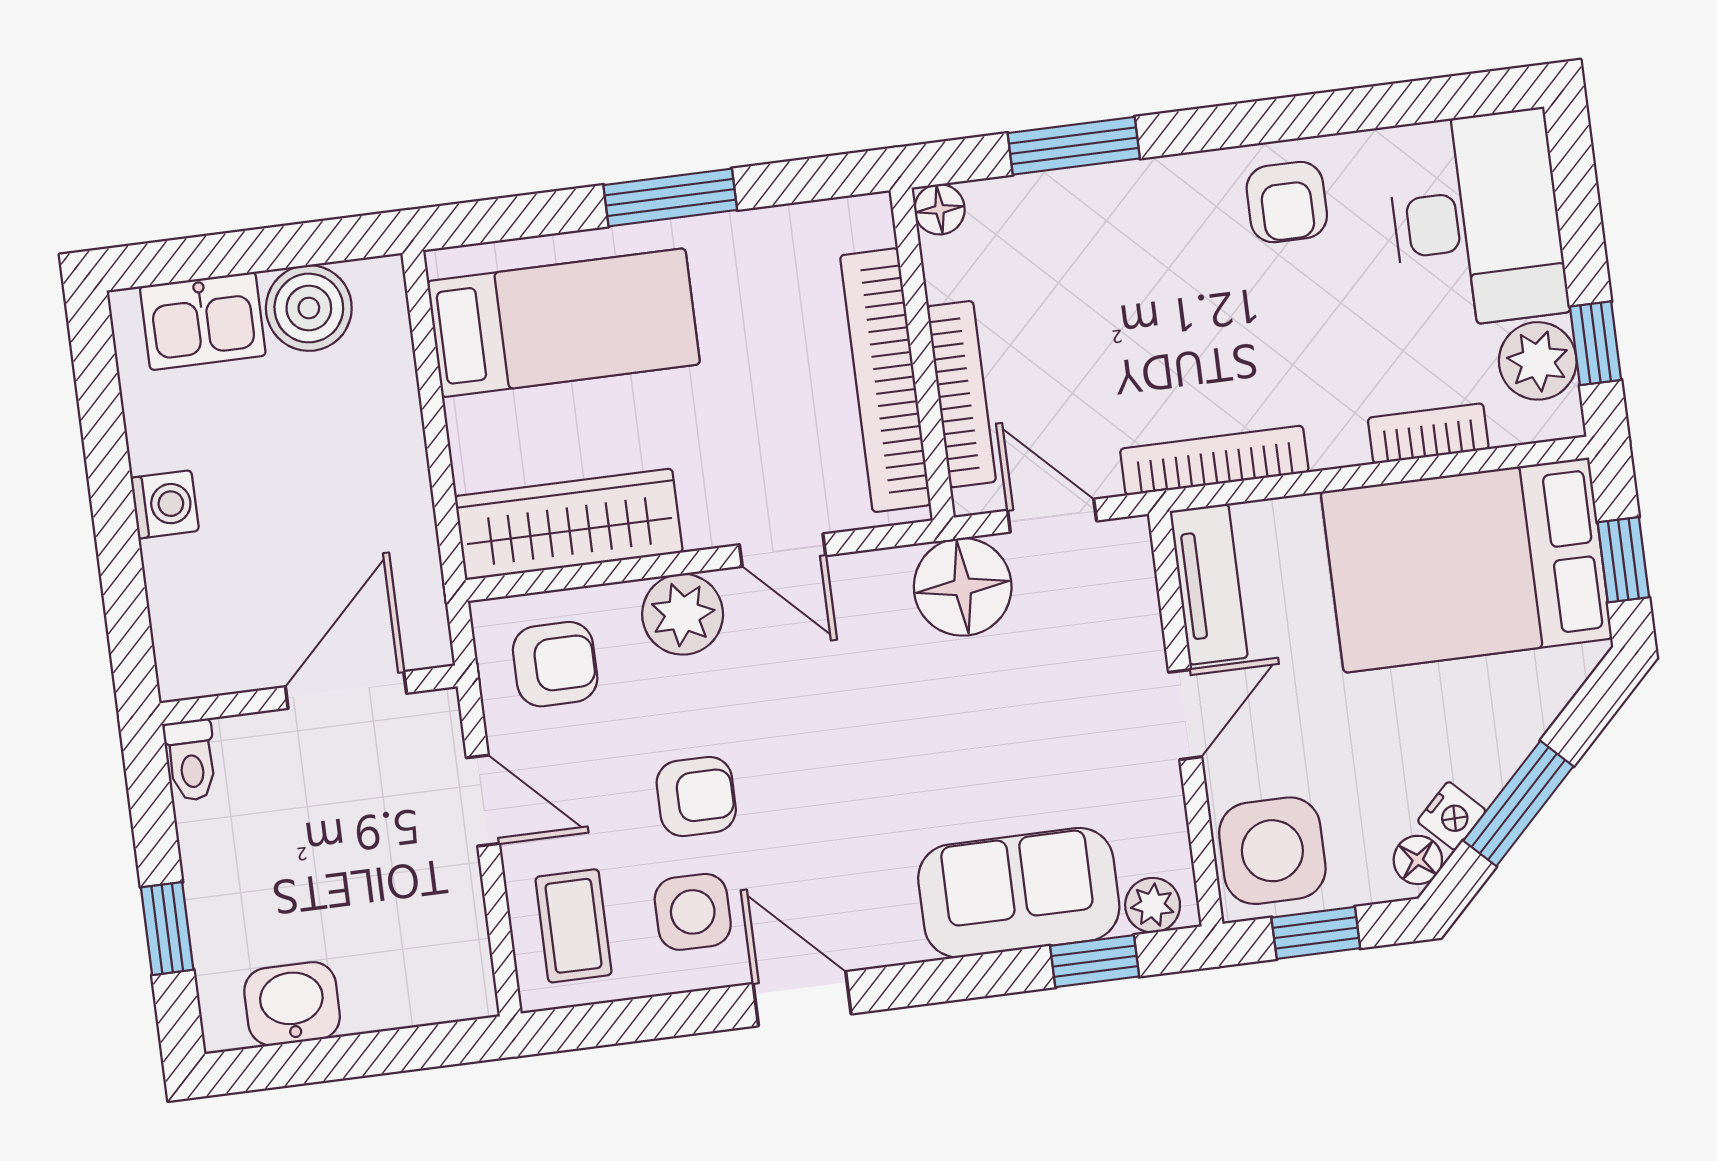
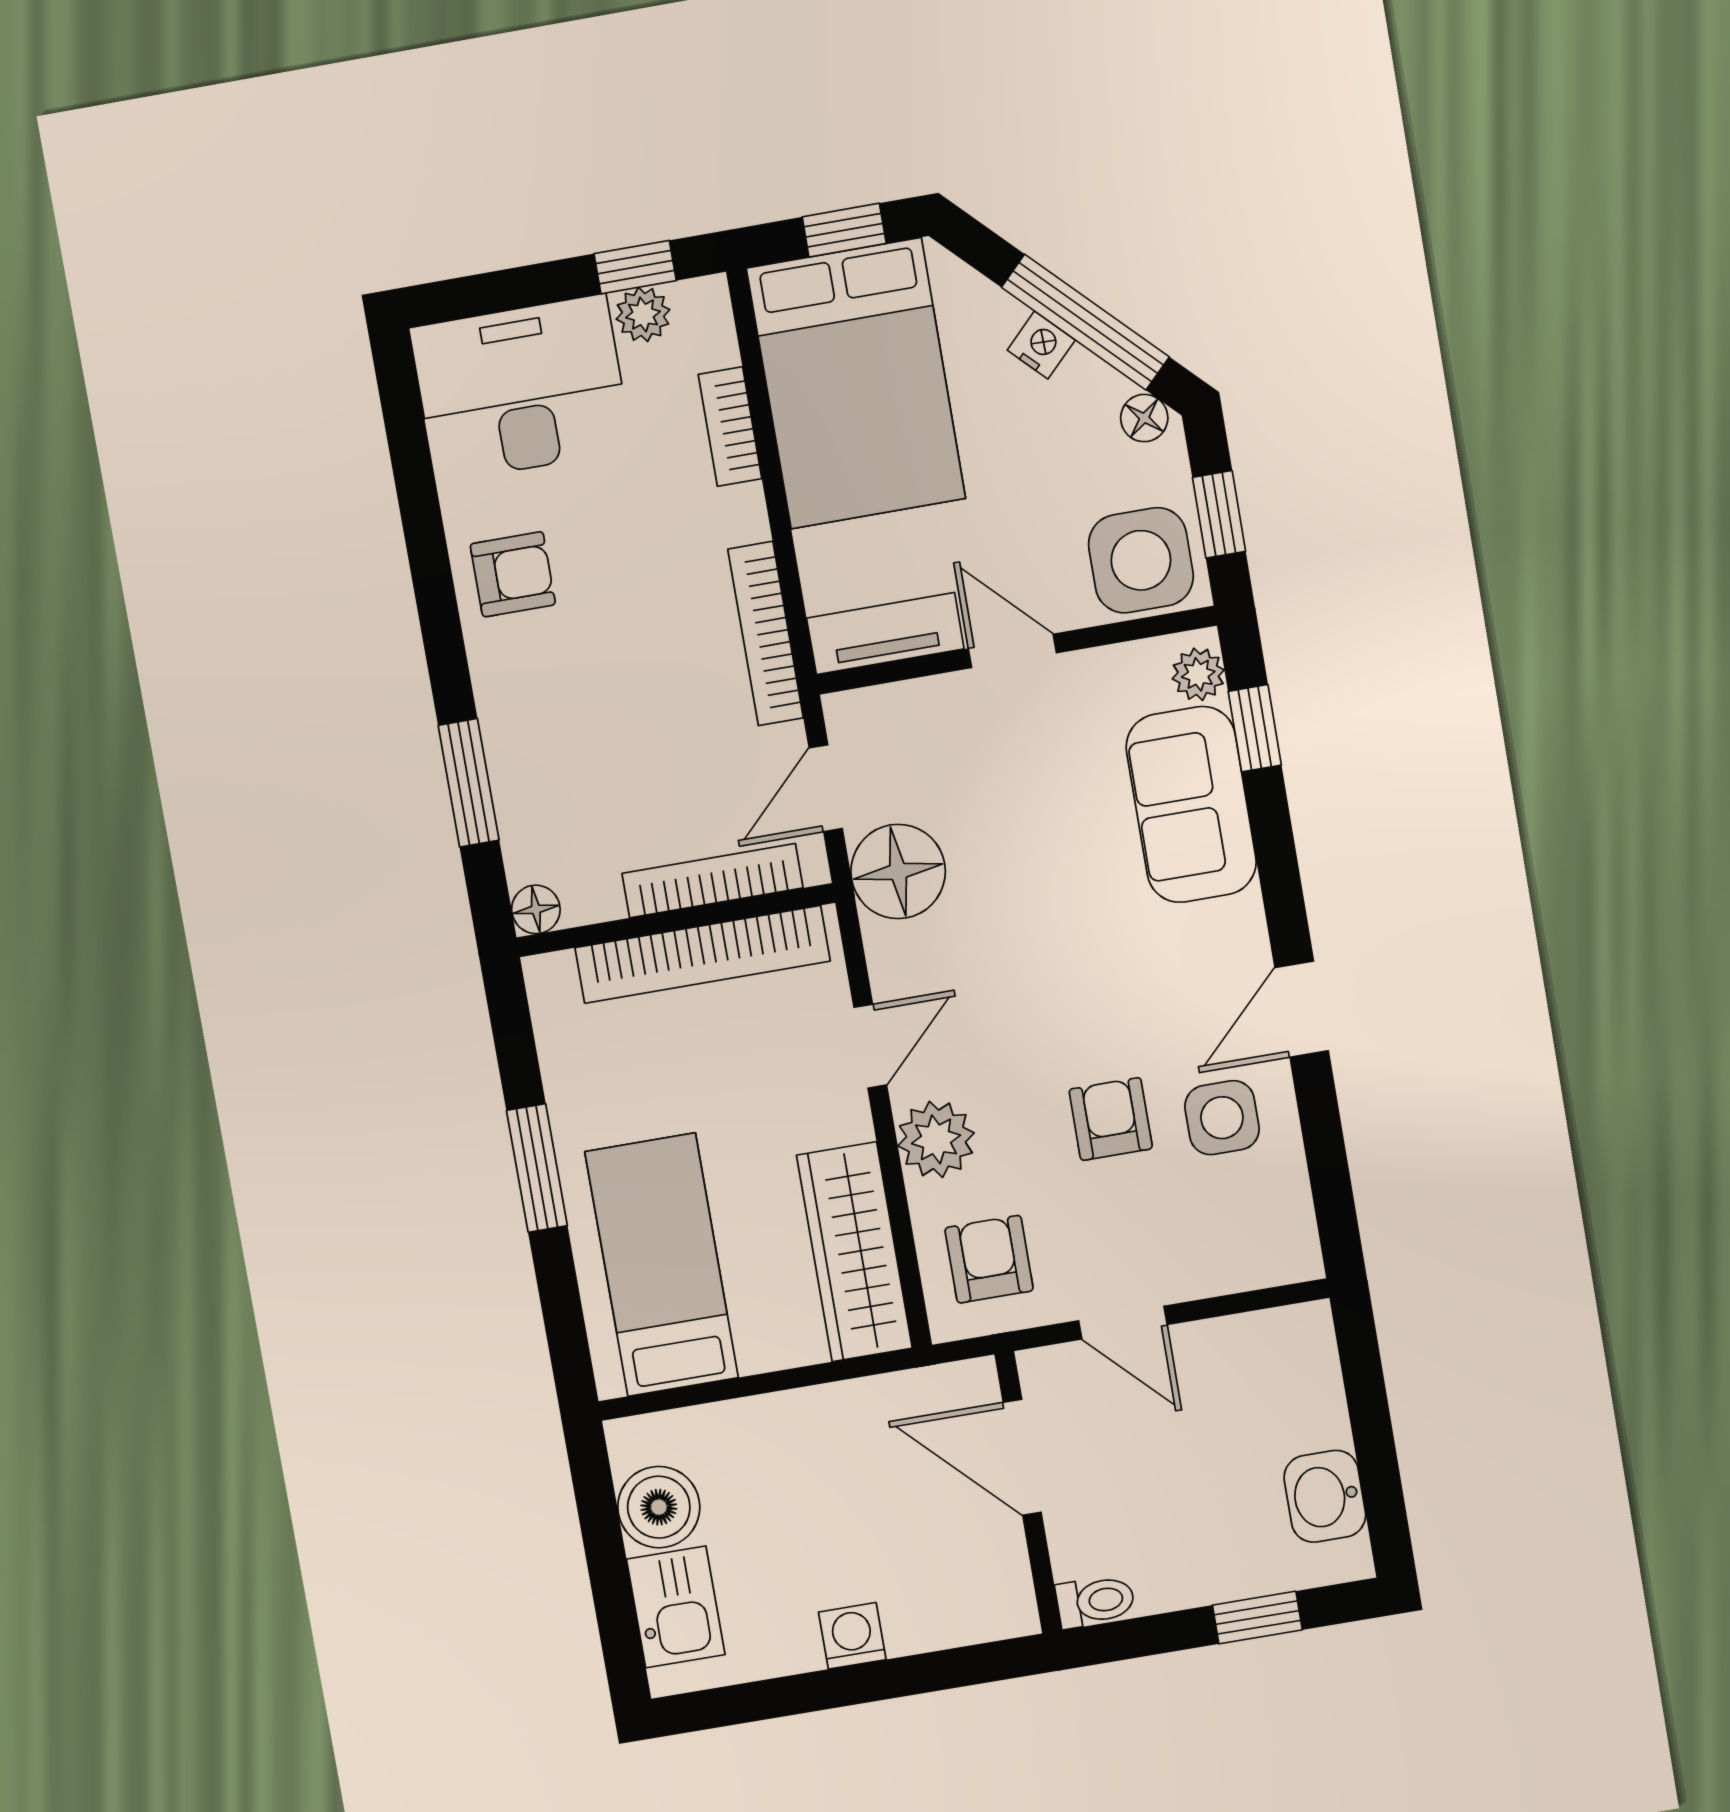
plant: (1538, 361) -> (643, 314), width x0.73, depth x0.73
door: (483, 801) -> (1123, 1323), swing flipped
window: (1518, 803) -> (1085, 322), width x1.44
nightstand: (1452, 816) -> (1041, 345), moved
coffee table: (573, 926) -> (1240, 1231), removed

